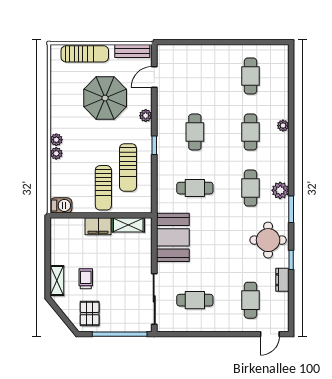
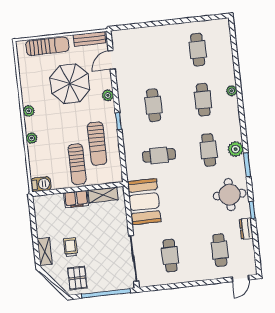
plant: (56, 140) -> (29, 111), moved
cafe table: (195, 300) -> (170, 256), turned 90

